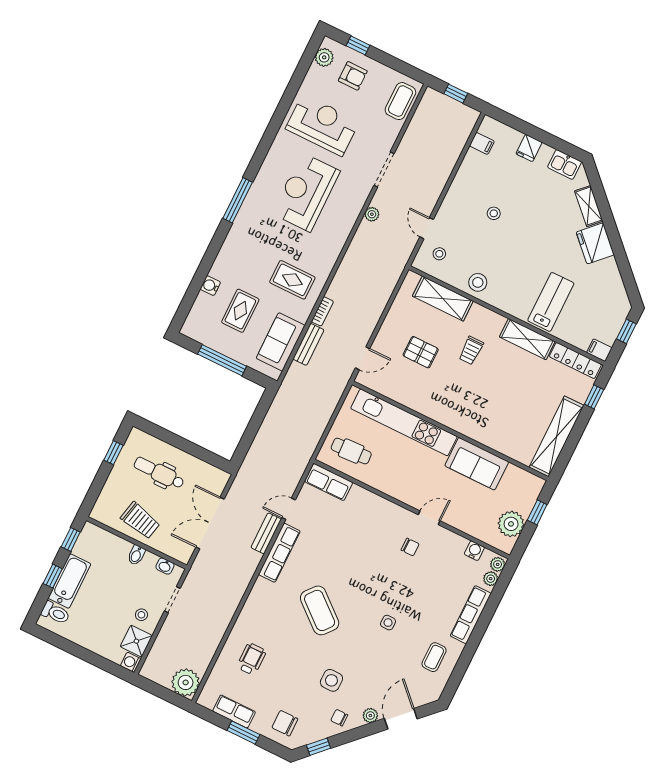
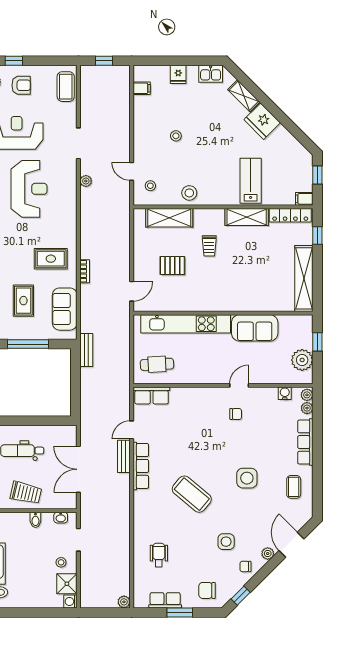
reception desk: (306, 192) -> (29, 189), turned 180
bench: (308, 344) -> (86, 350), moved
side table: (388, 623) -> (247, 478), width x1.87, depth x1.87
plant: (186, 682) -> (124, 602), width x0.53, depth x0.53

